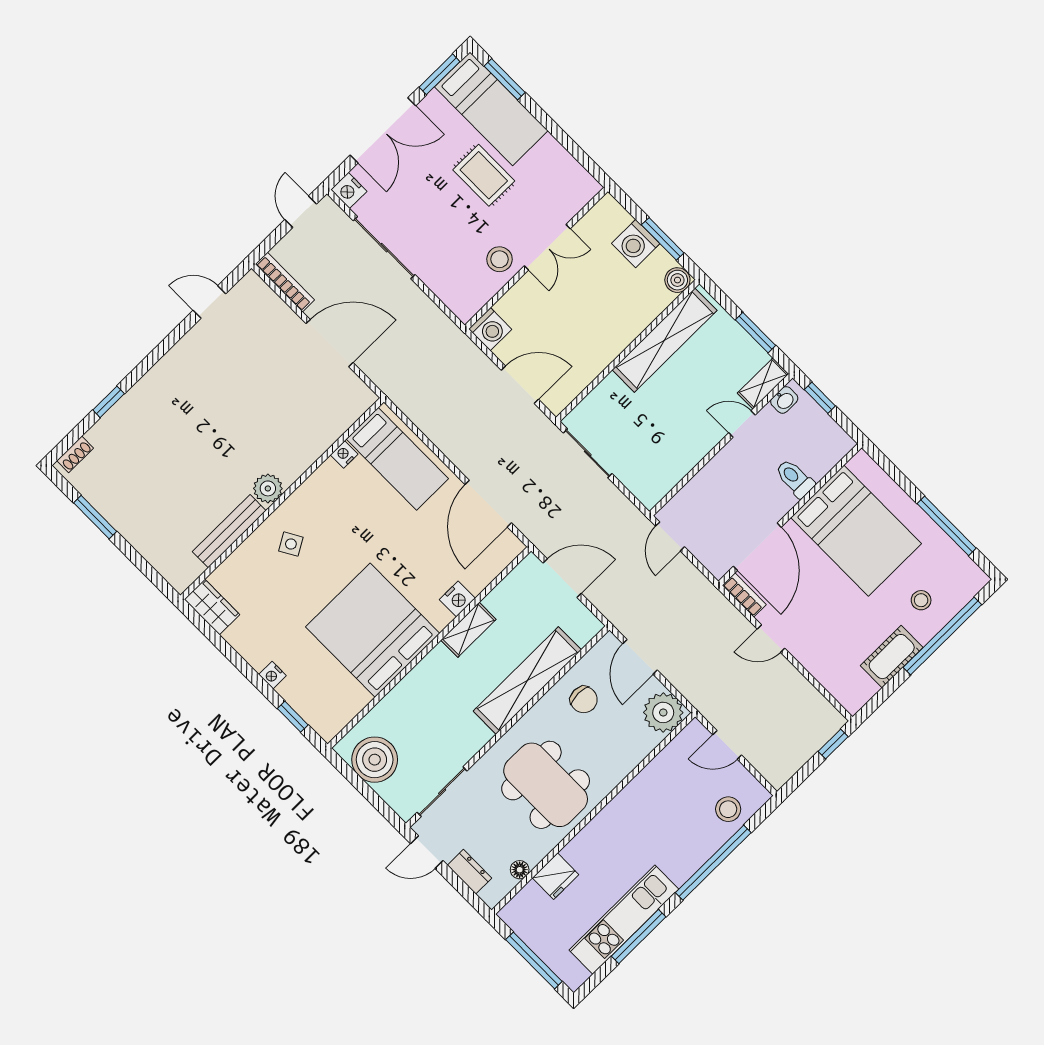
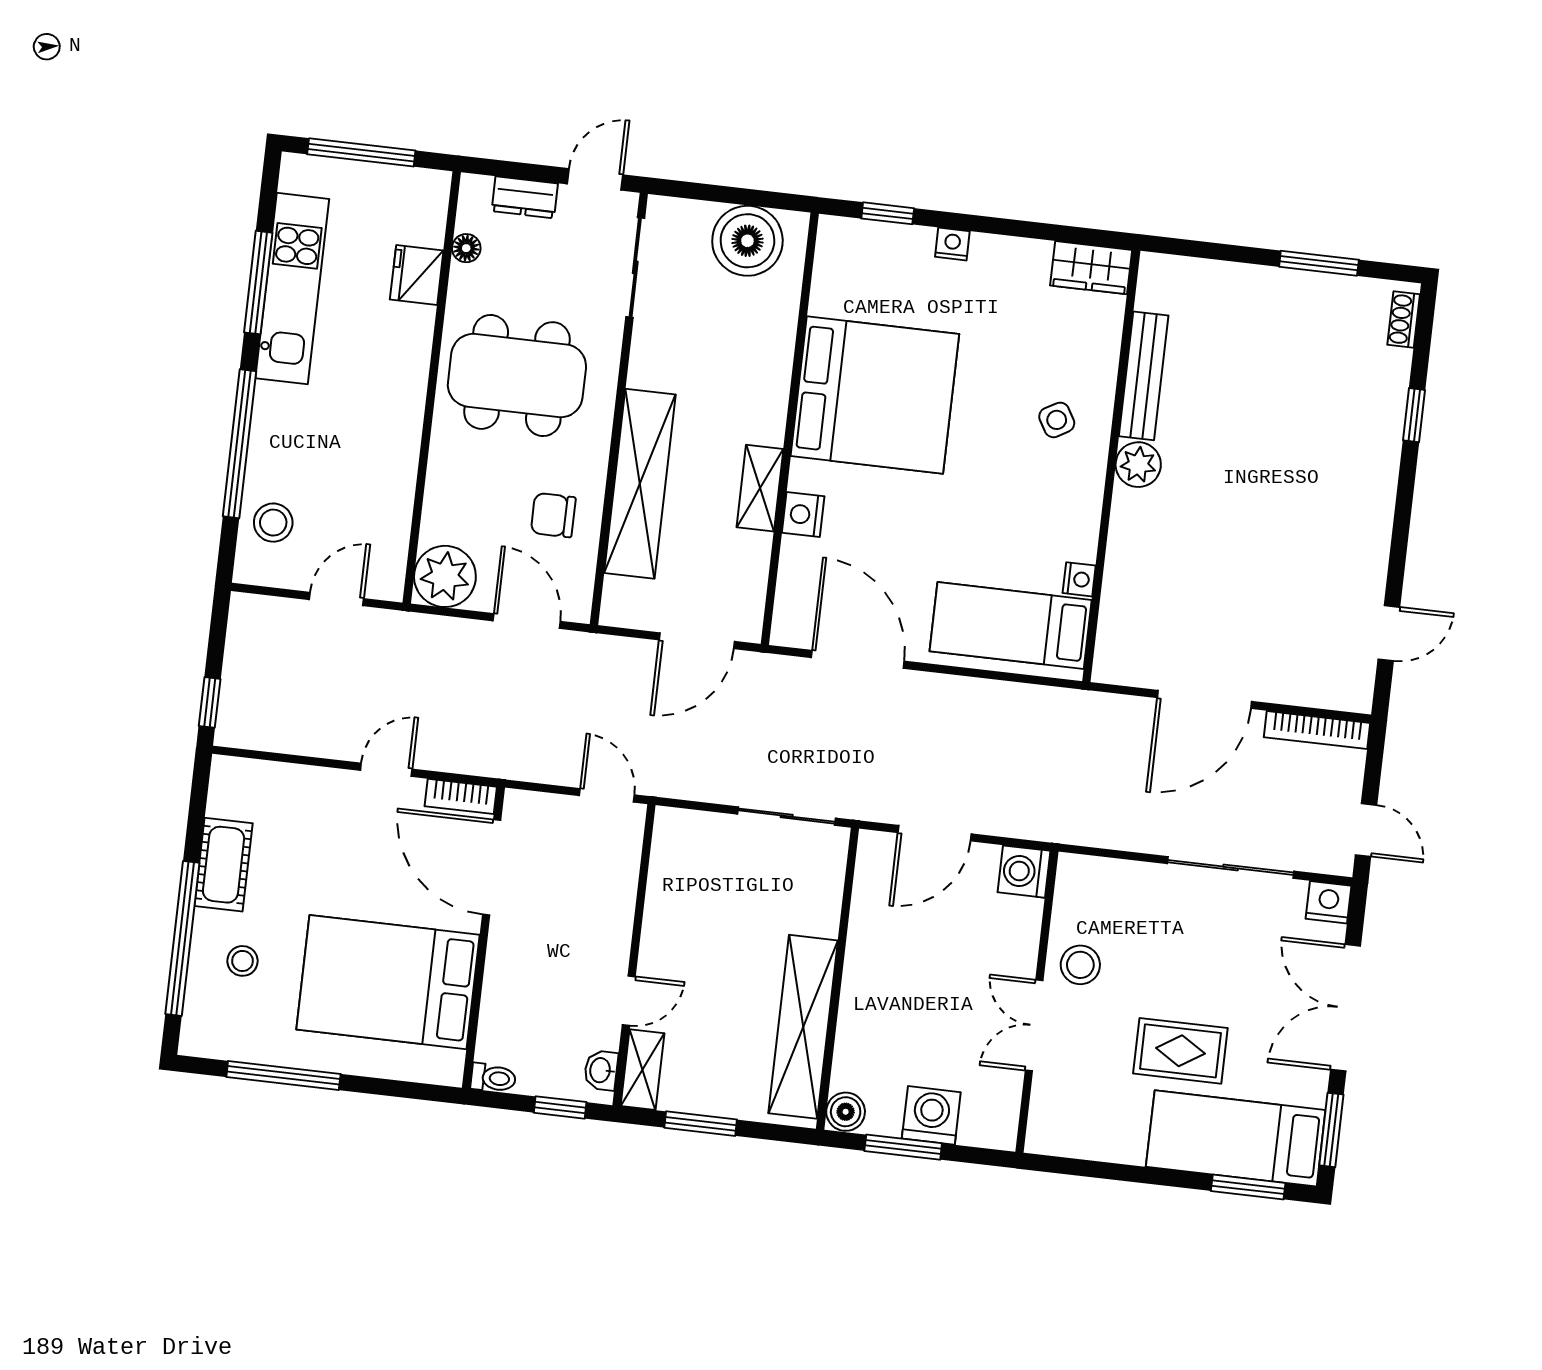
toilet: (795, 478) -> (493, 1078), moved, width x0.73, depth x0.72

